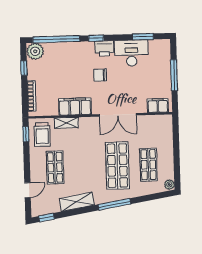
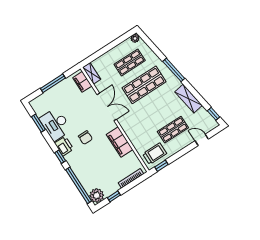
shelving: (66, 123) -> (92, 73), moved

